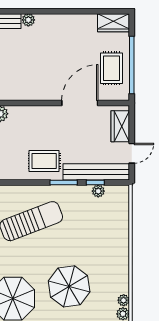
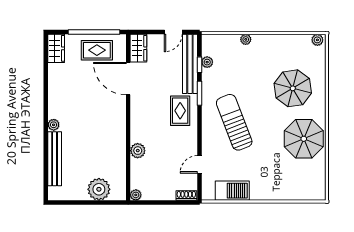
wardrobe: (120, 126) -> (138, 48), moved, turned -90
door: (132, 153) -> (173, 32), swing flipped
plant: (124, 300) -> (246, 39), moved

